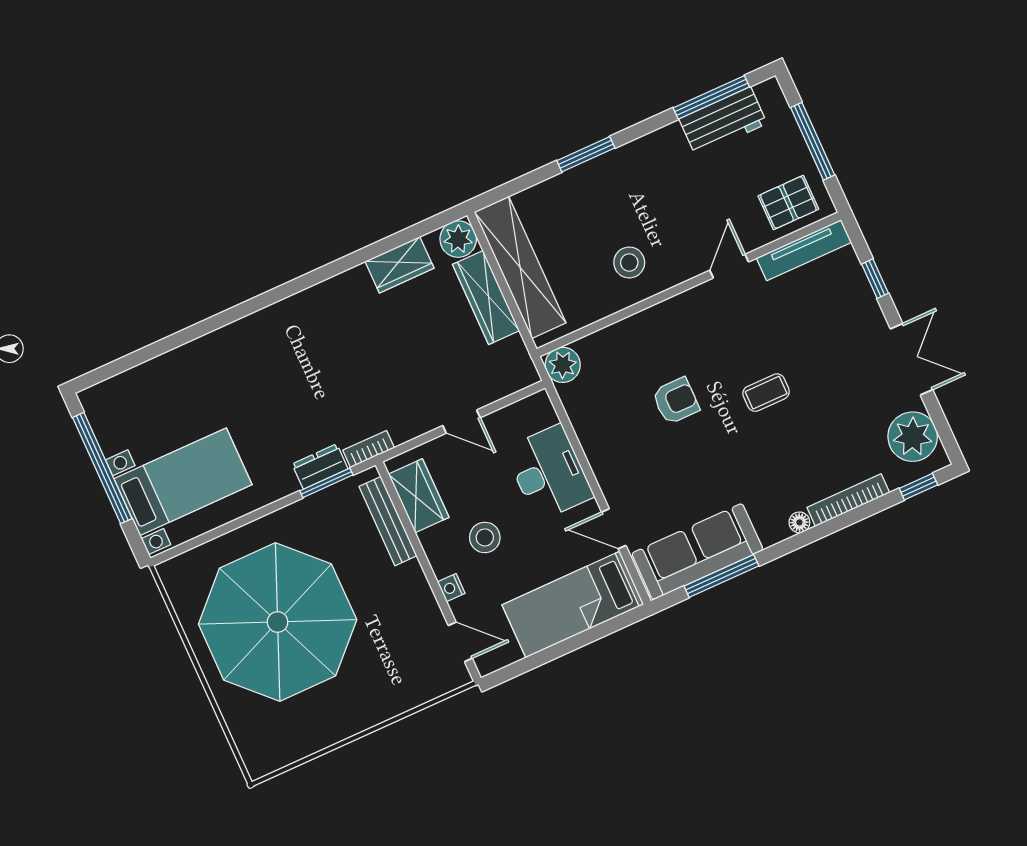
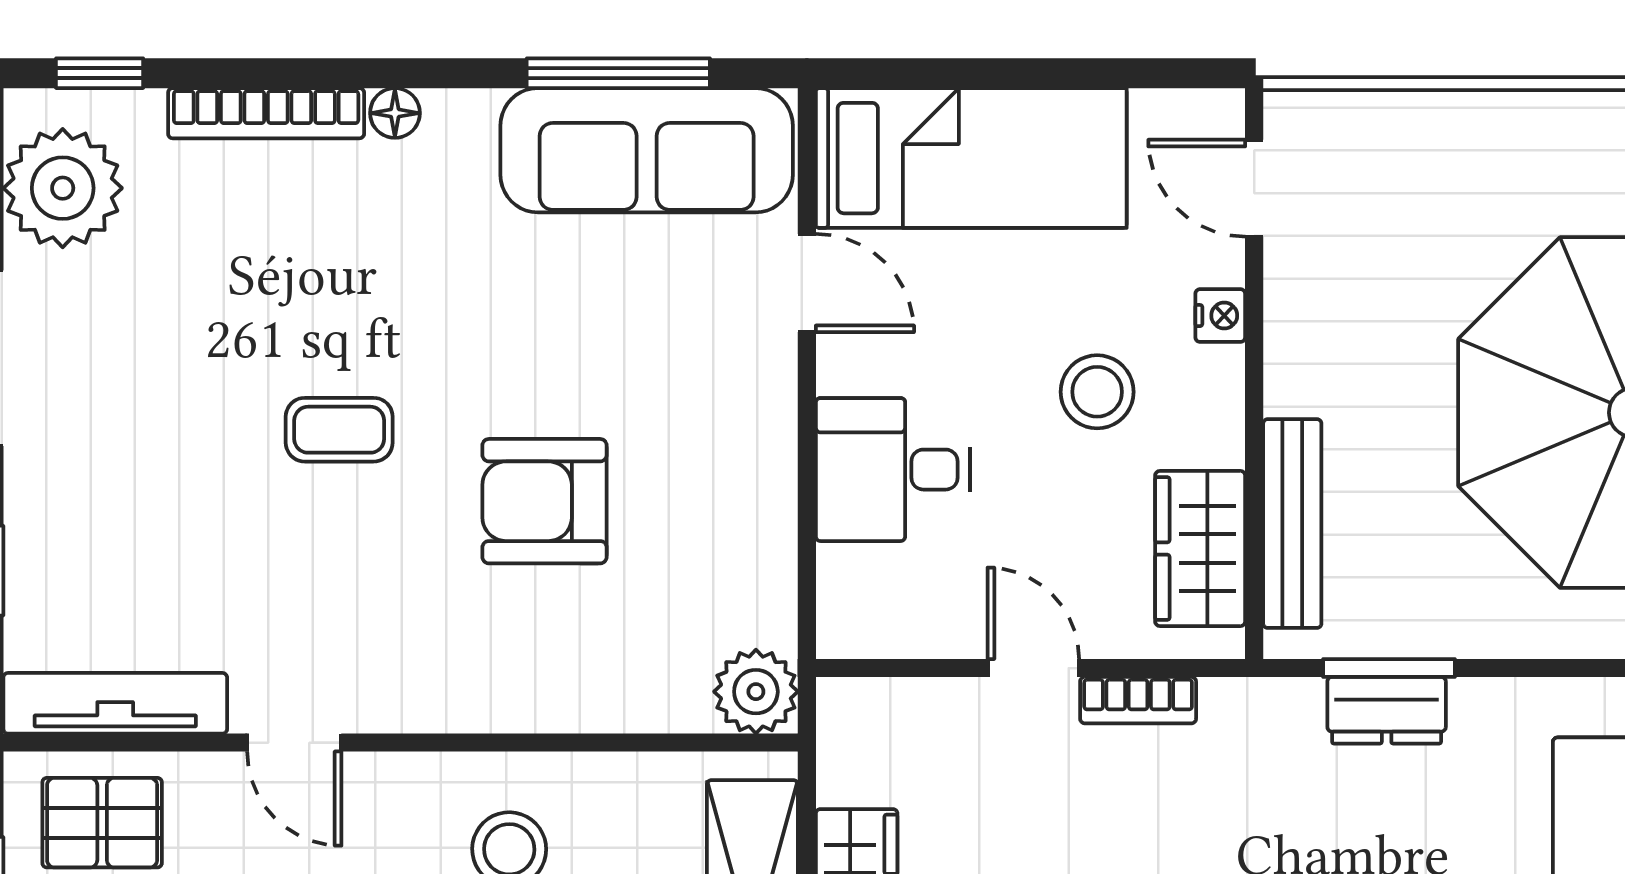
door: (729, 266) -> (294, 743), hinge flipped
armchair: (676, 401) -> (545, 501), width x1.38, depth x1.38
bookcase: (369, 449) -> (1138, 700), moved
desk: (549, 473) -> (893, 470), width x0.73

